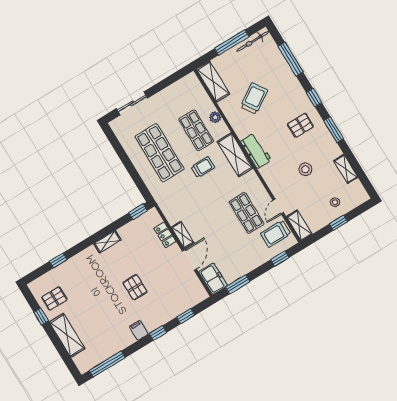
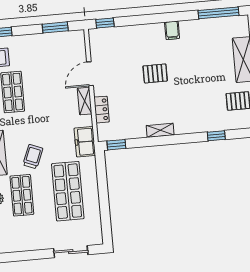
trolley: (203, 167) -> (33, 157), turned 112
freezer: (213, 279) -> (85, 142), moved
pallet: (135, 287) -> (155, 73), turned 90
window: (186, 316) -> (105, 23), moved
window: (158, 333) -> (155, 19), removed

